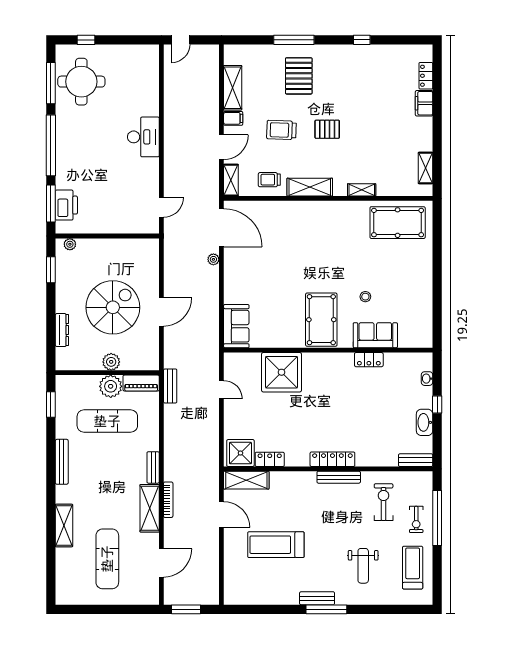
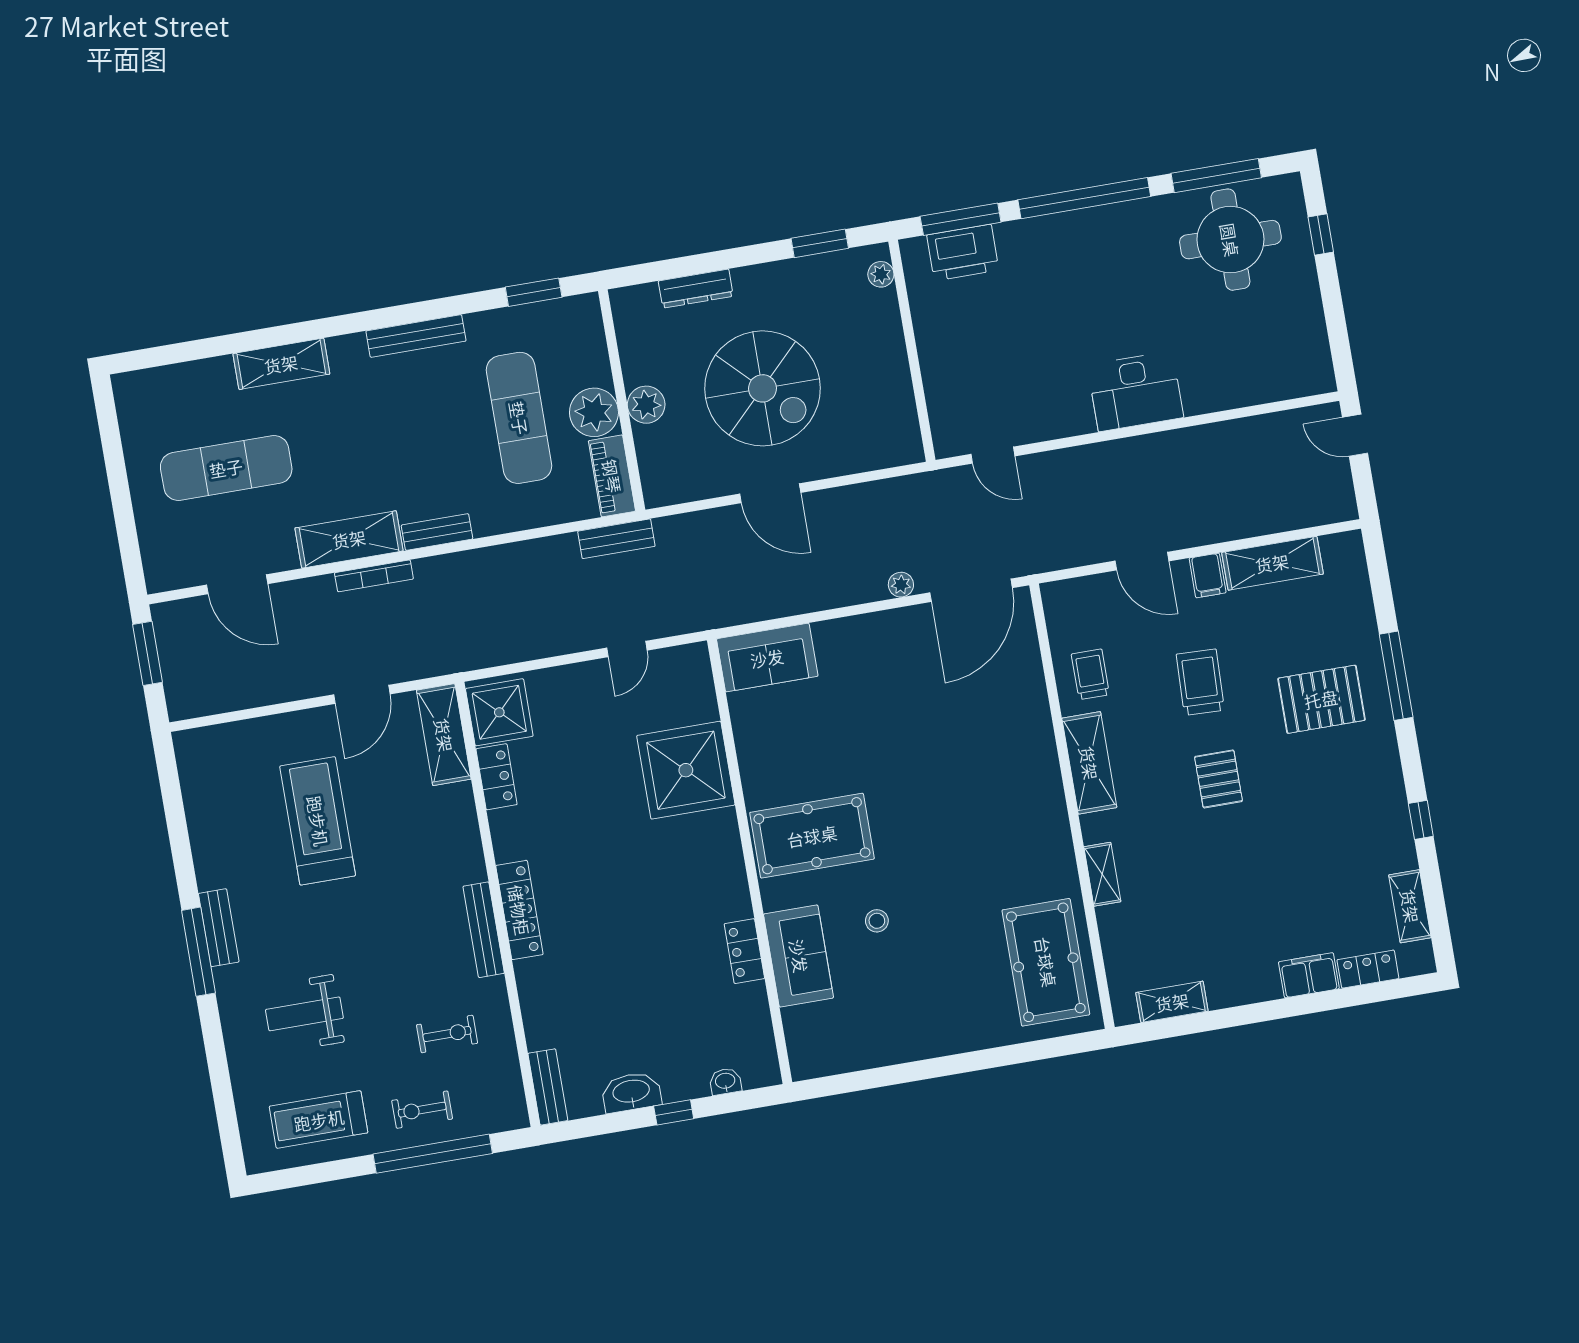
shelving: (231, 180) -> (1410, 906), moved, turned 90
exercise bike: (384, 502) -> (447, 1034), width x0.73, depth x0.72
treadmill: (413, 568) -> (319, 1120), turned 180

